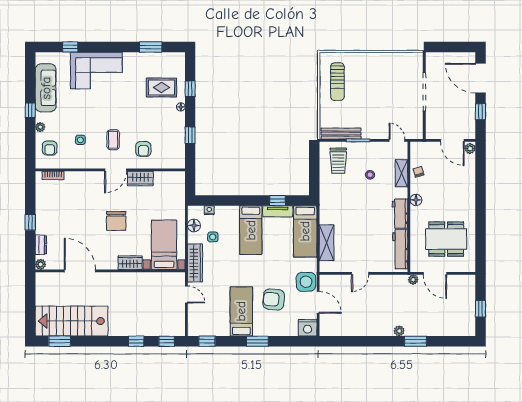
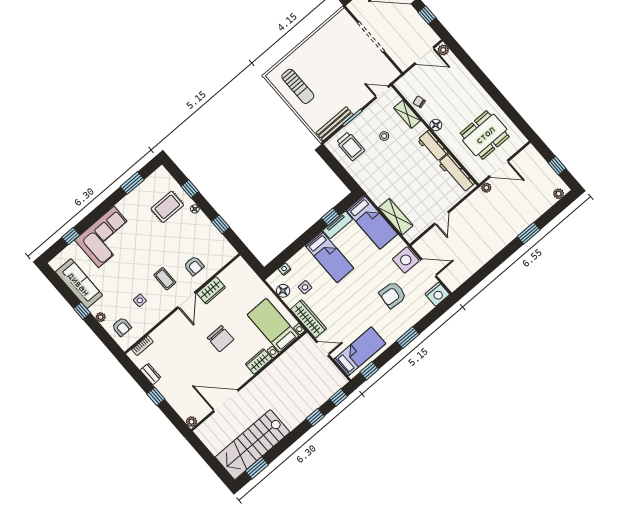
dresser: (41, 245) -> (151, 374), moved
bed: (241, 311) -> (360, 351), moved, turned 90
plant: (399, 331) -> (559, 194), moved

